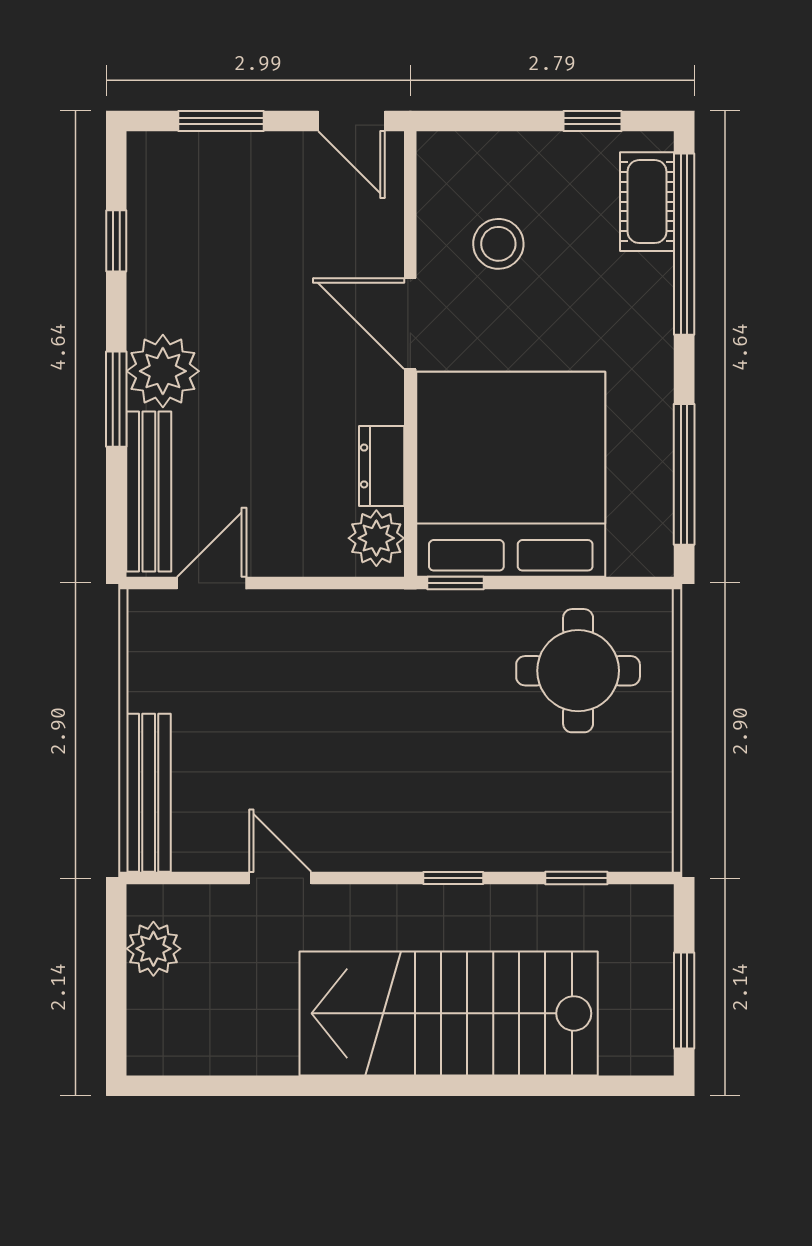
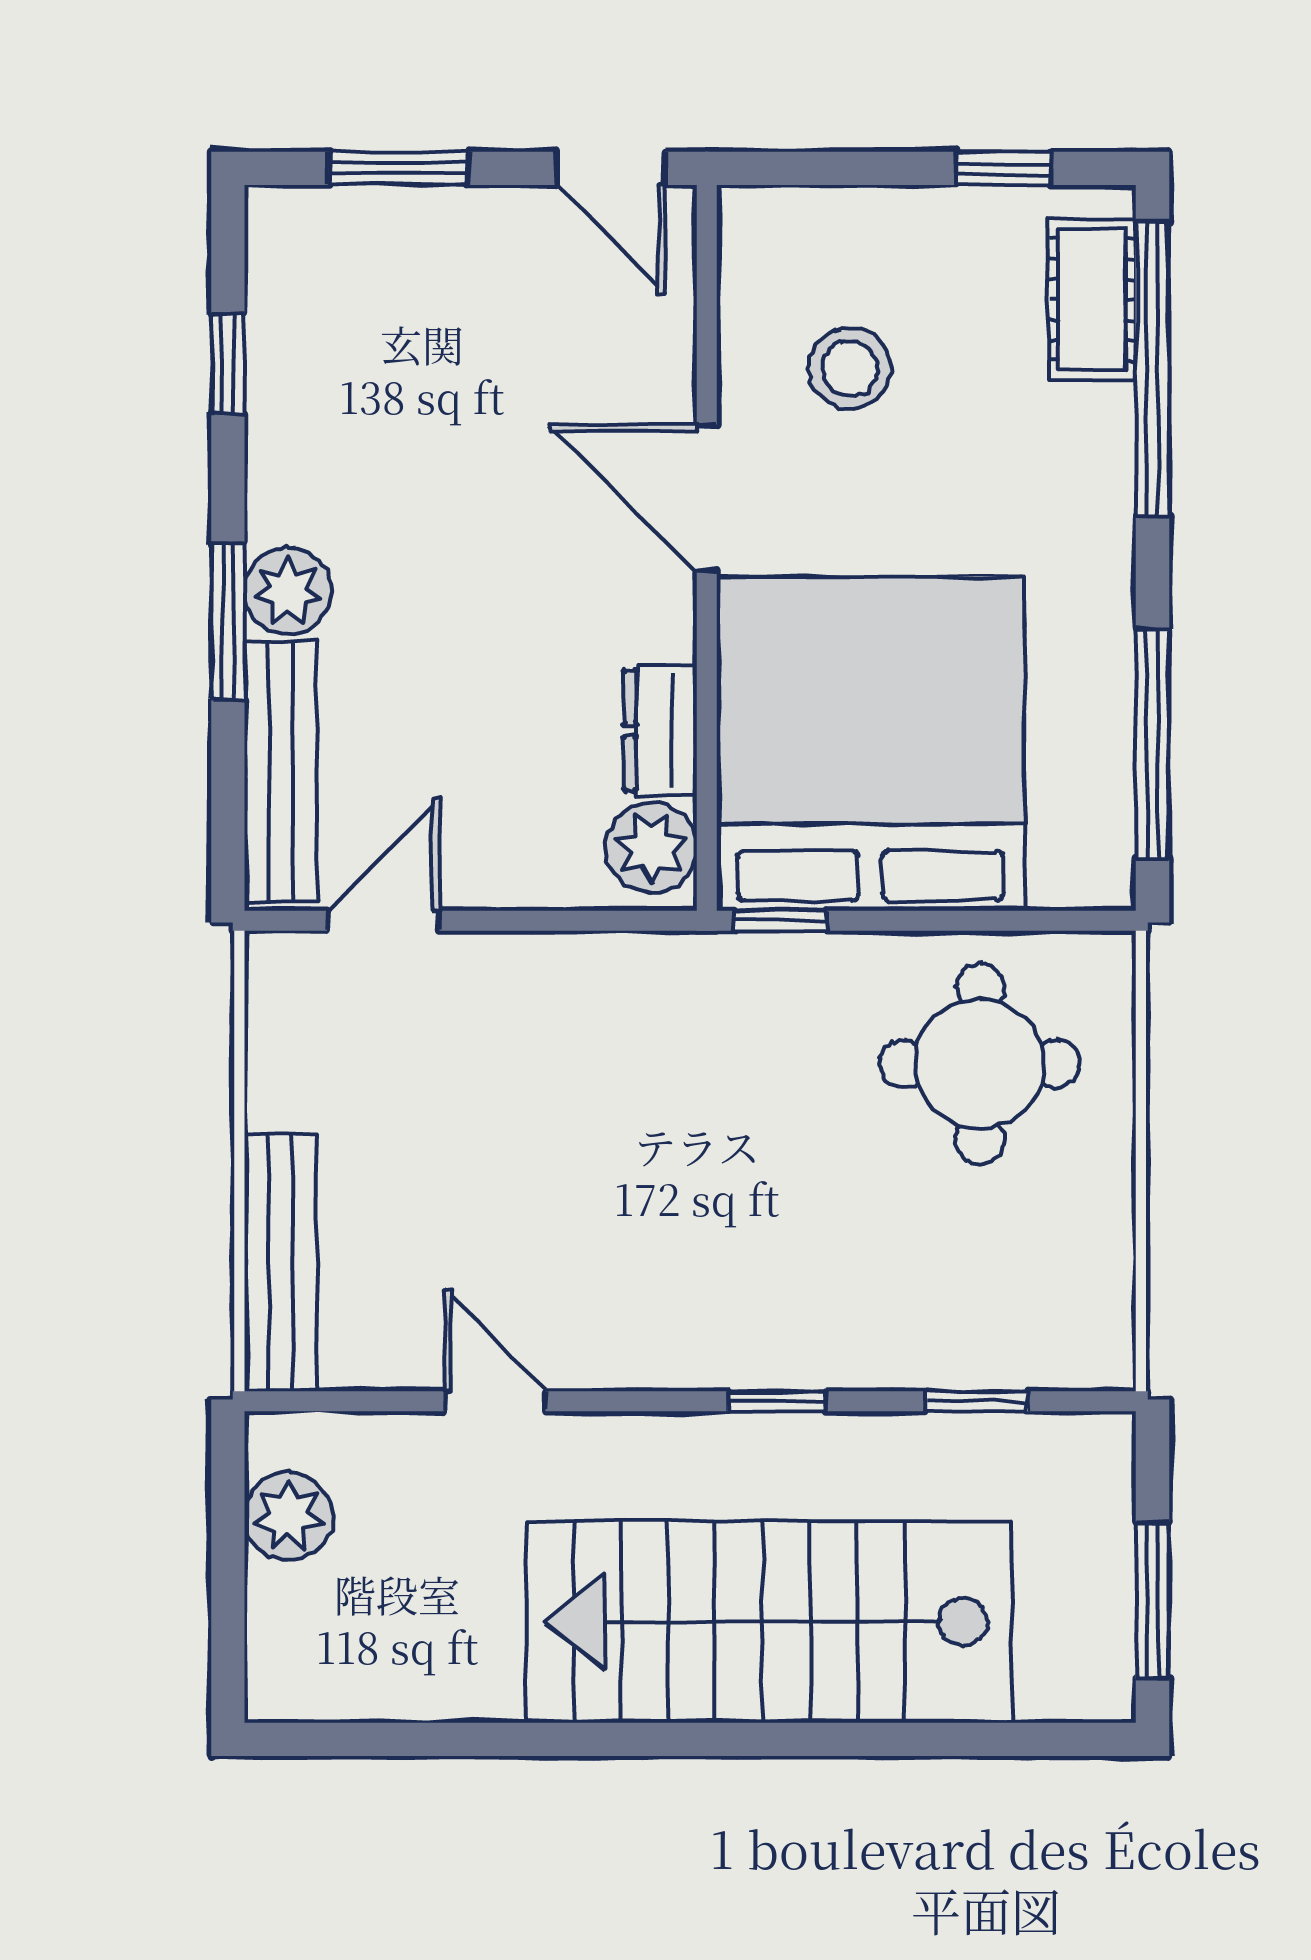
plant: (163, 371) -> (288, 591), width x0.73, depth x0.73

